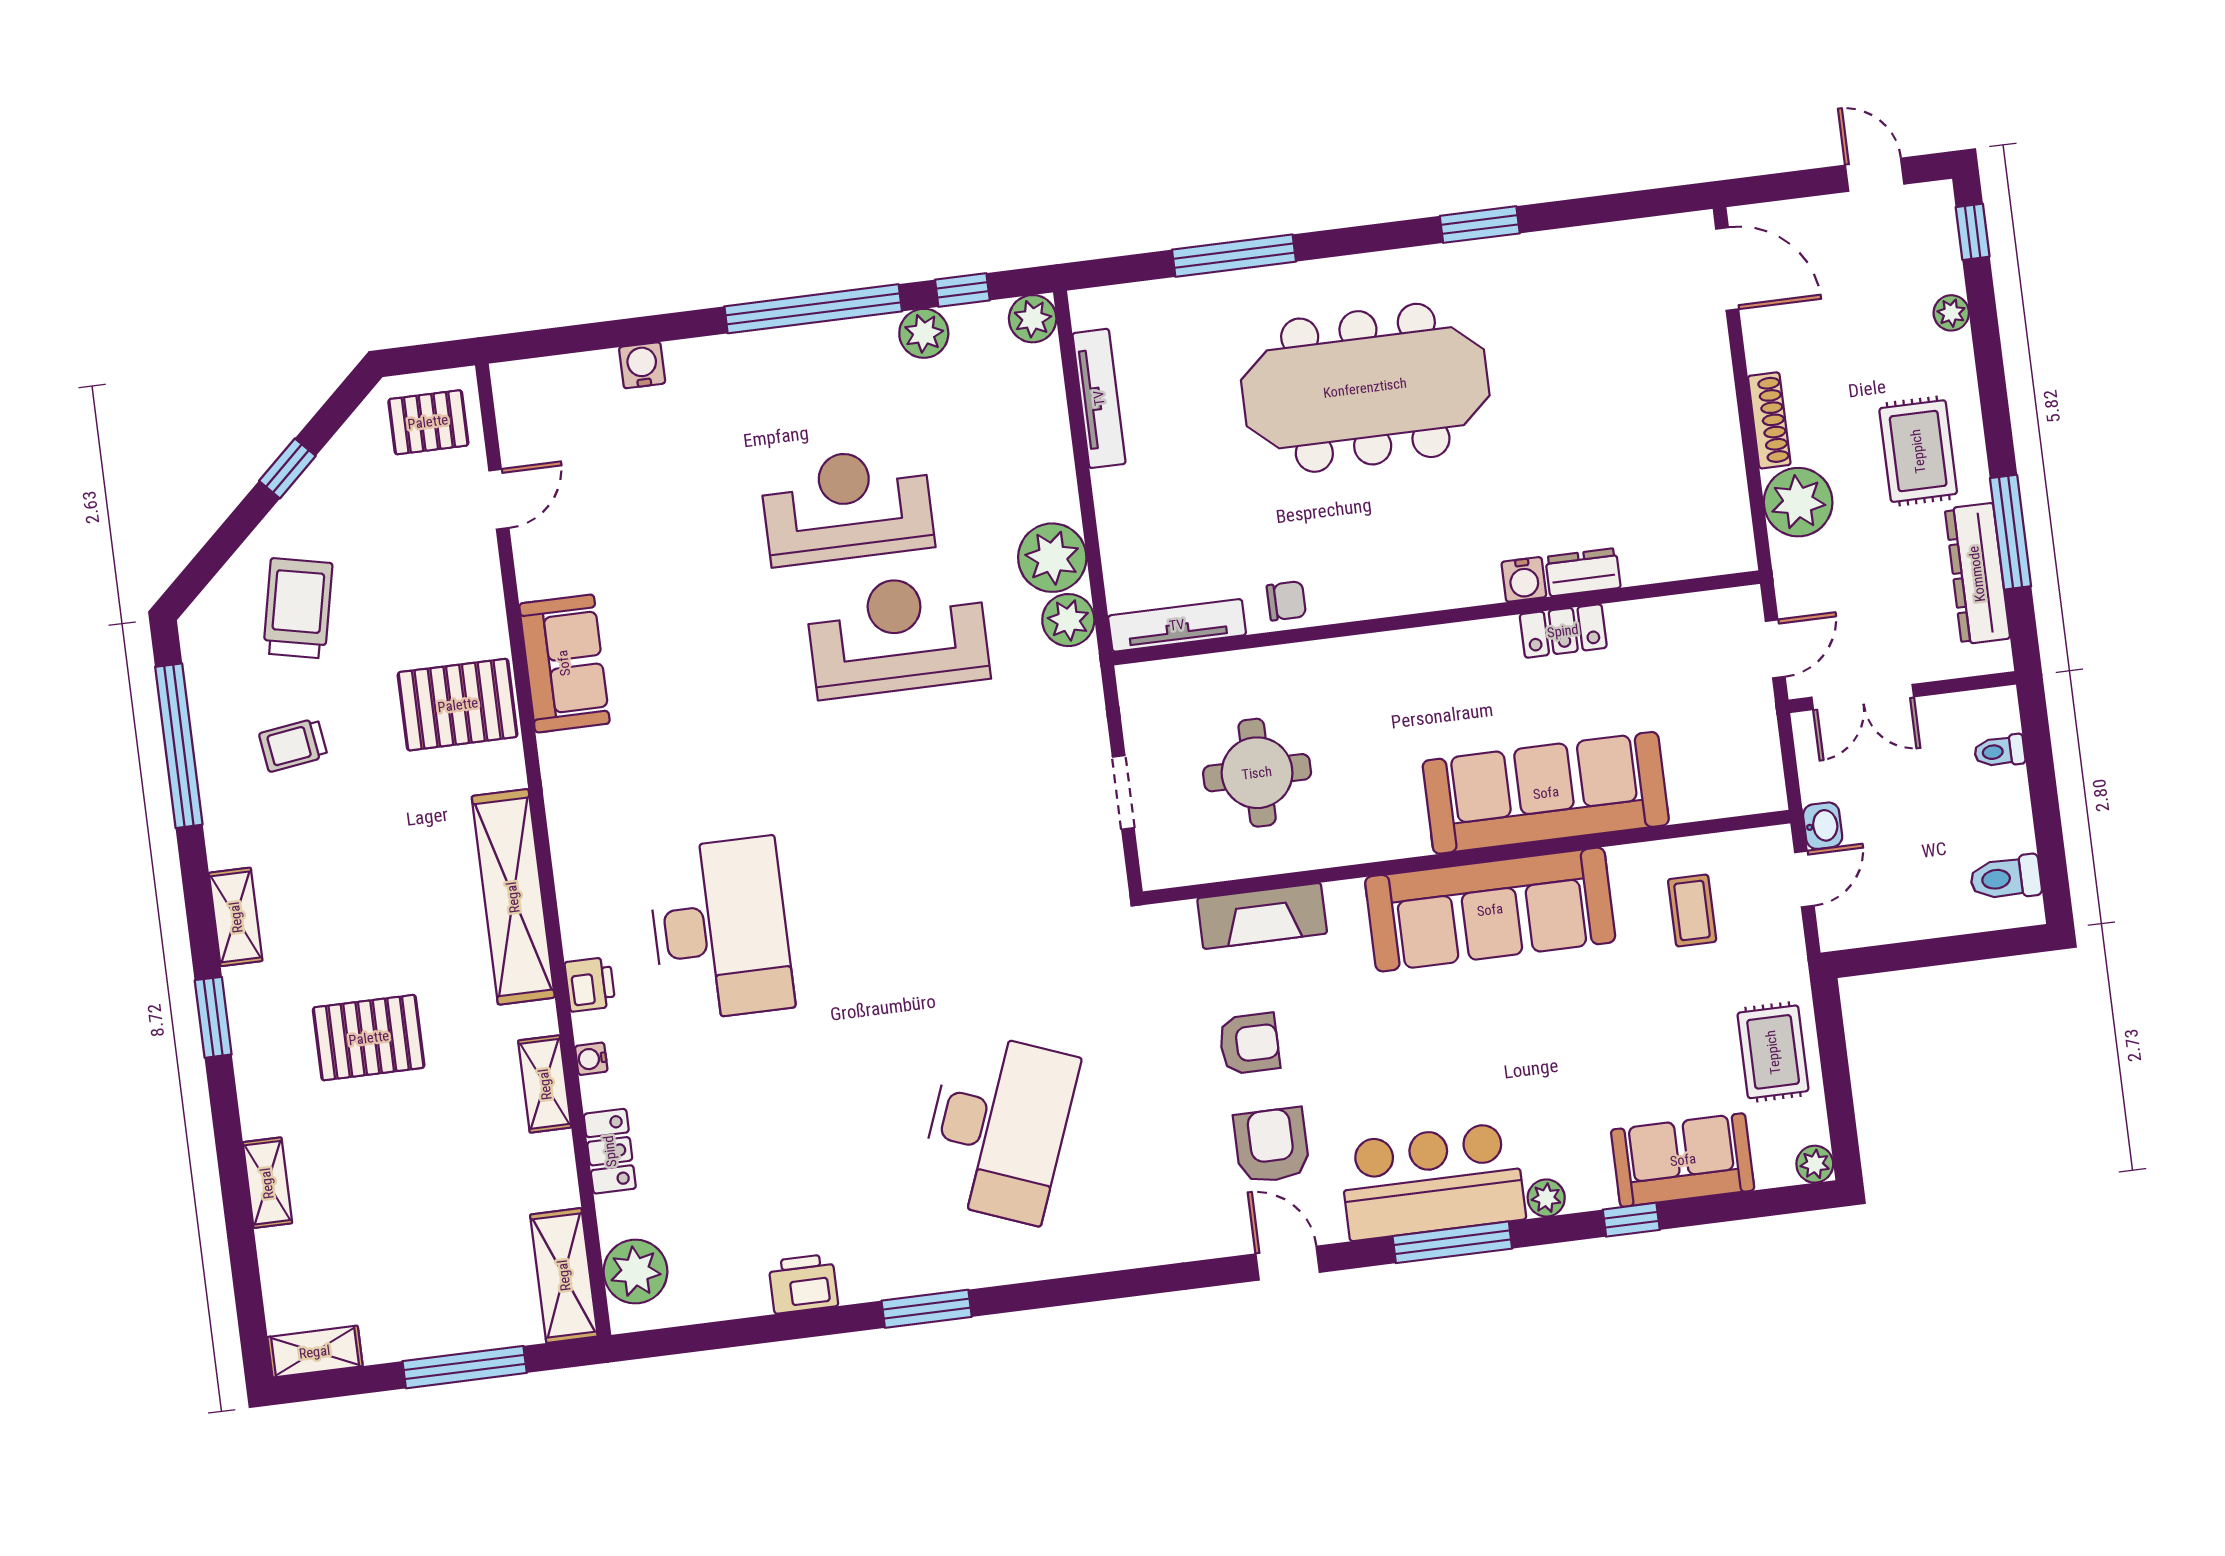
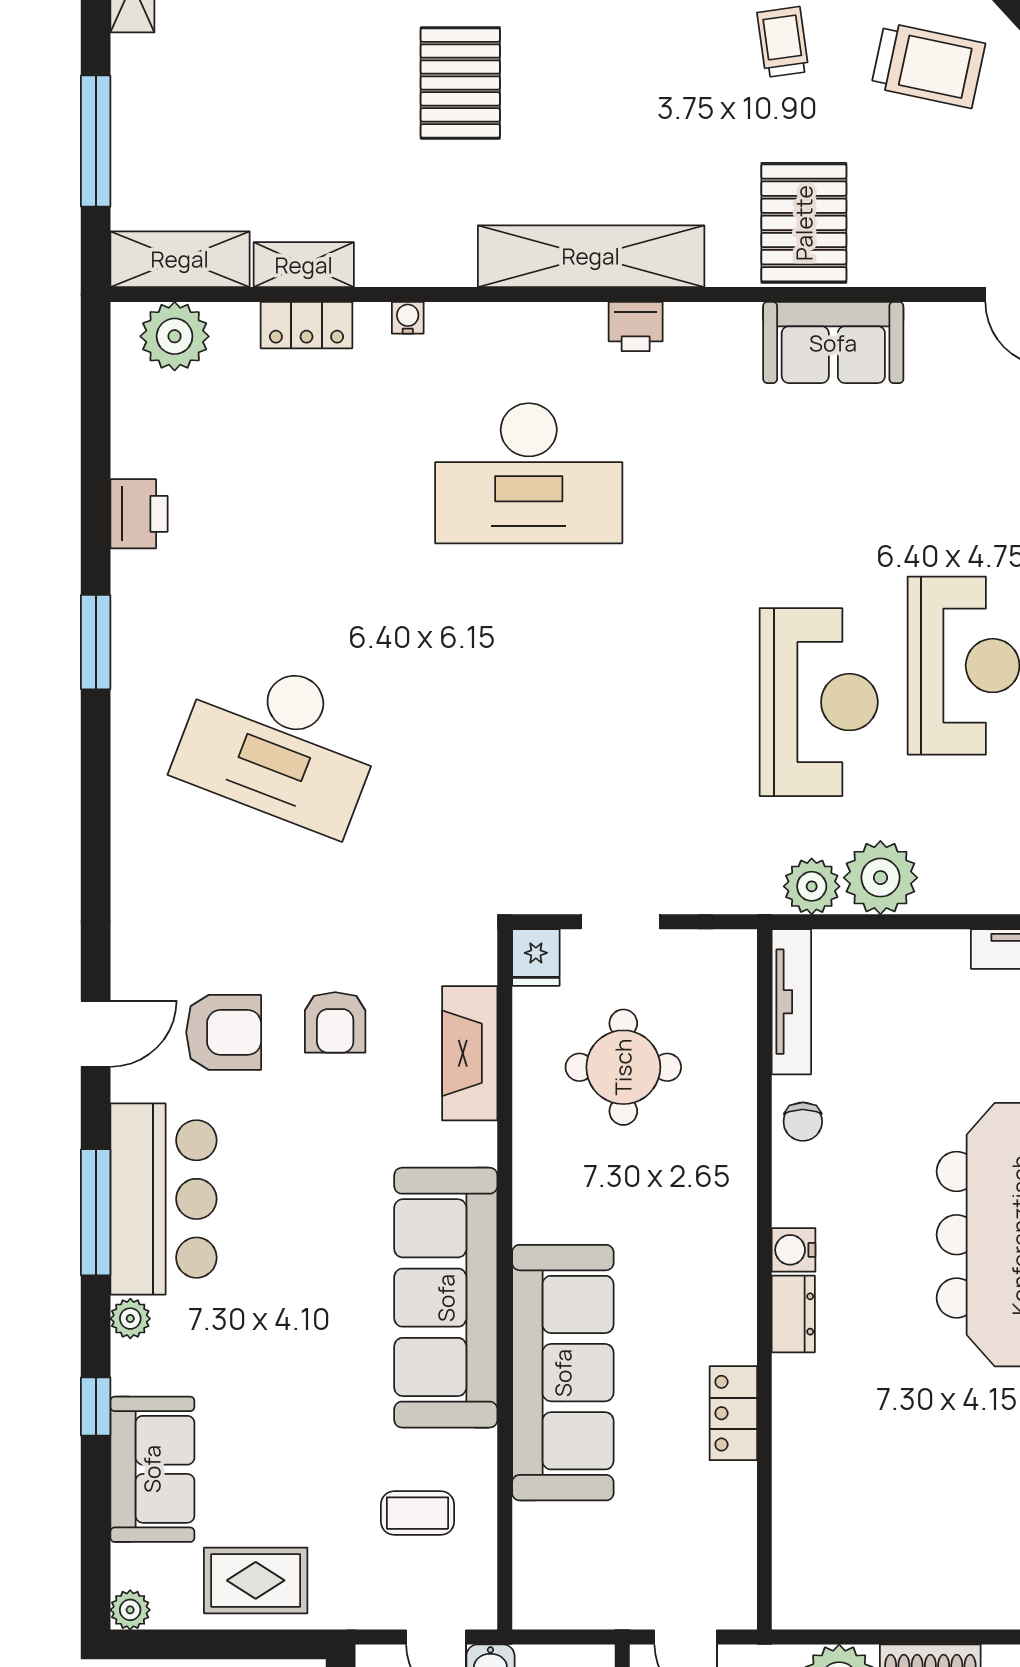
dresser: (1583, 572) -> (793, 1314), moved
water cooler: (1524, 579) -> (794, 1250), moved
fridge: (1166, 866) -> (536, 957), added
printer: (590, 984) -> (636, 327), moved
shelving: (545, 1084) -> (304, 265), moved

